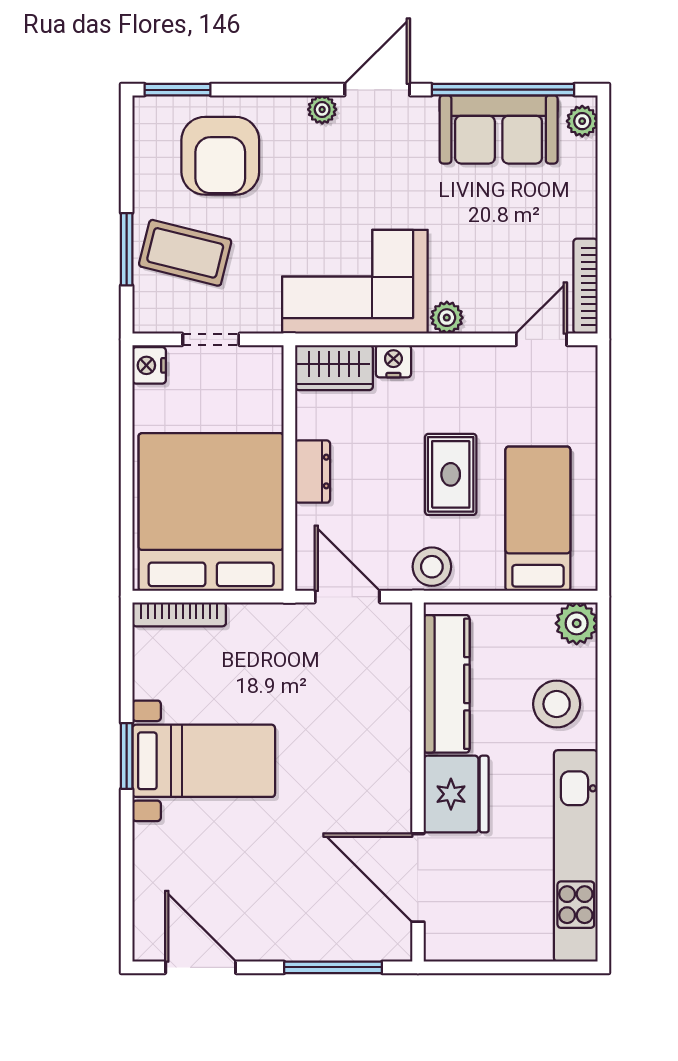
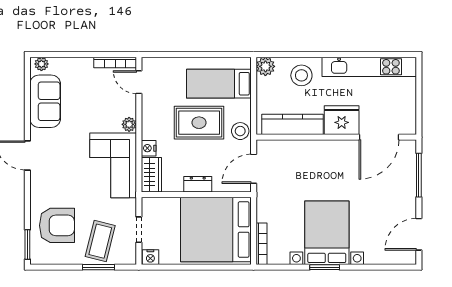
window: (503, 90) -> (27, 99), removed
plant: (322, 109) -> (36, 180), removed
rug: (451, 474) -> (199, 123), width x1.36, depth x1.43
bed with nightstands: (204, 761) -> (327, 233), width x1.36

